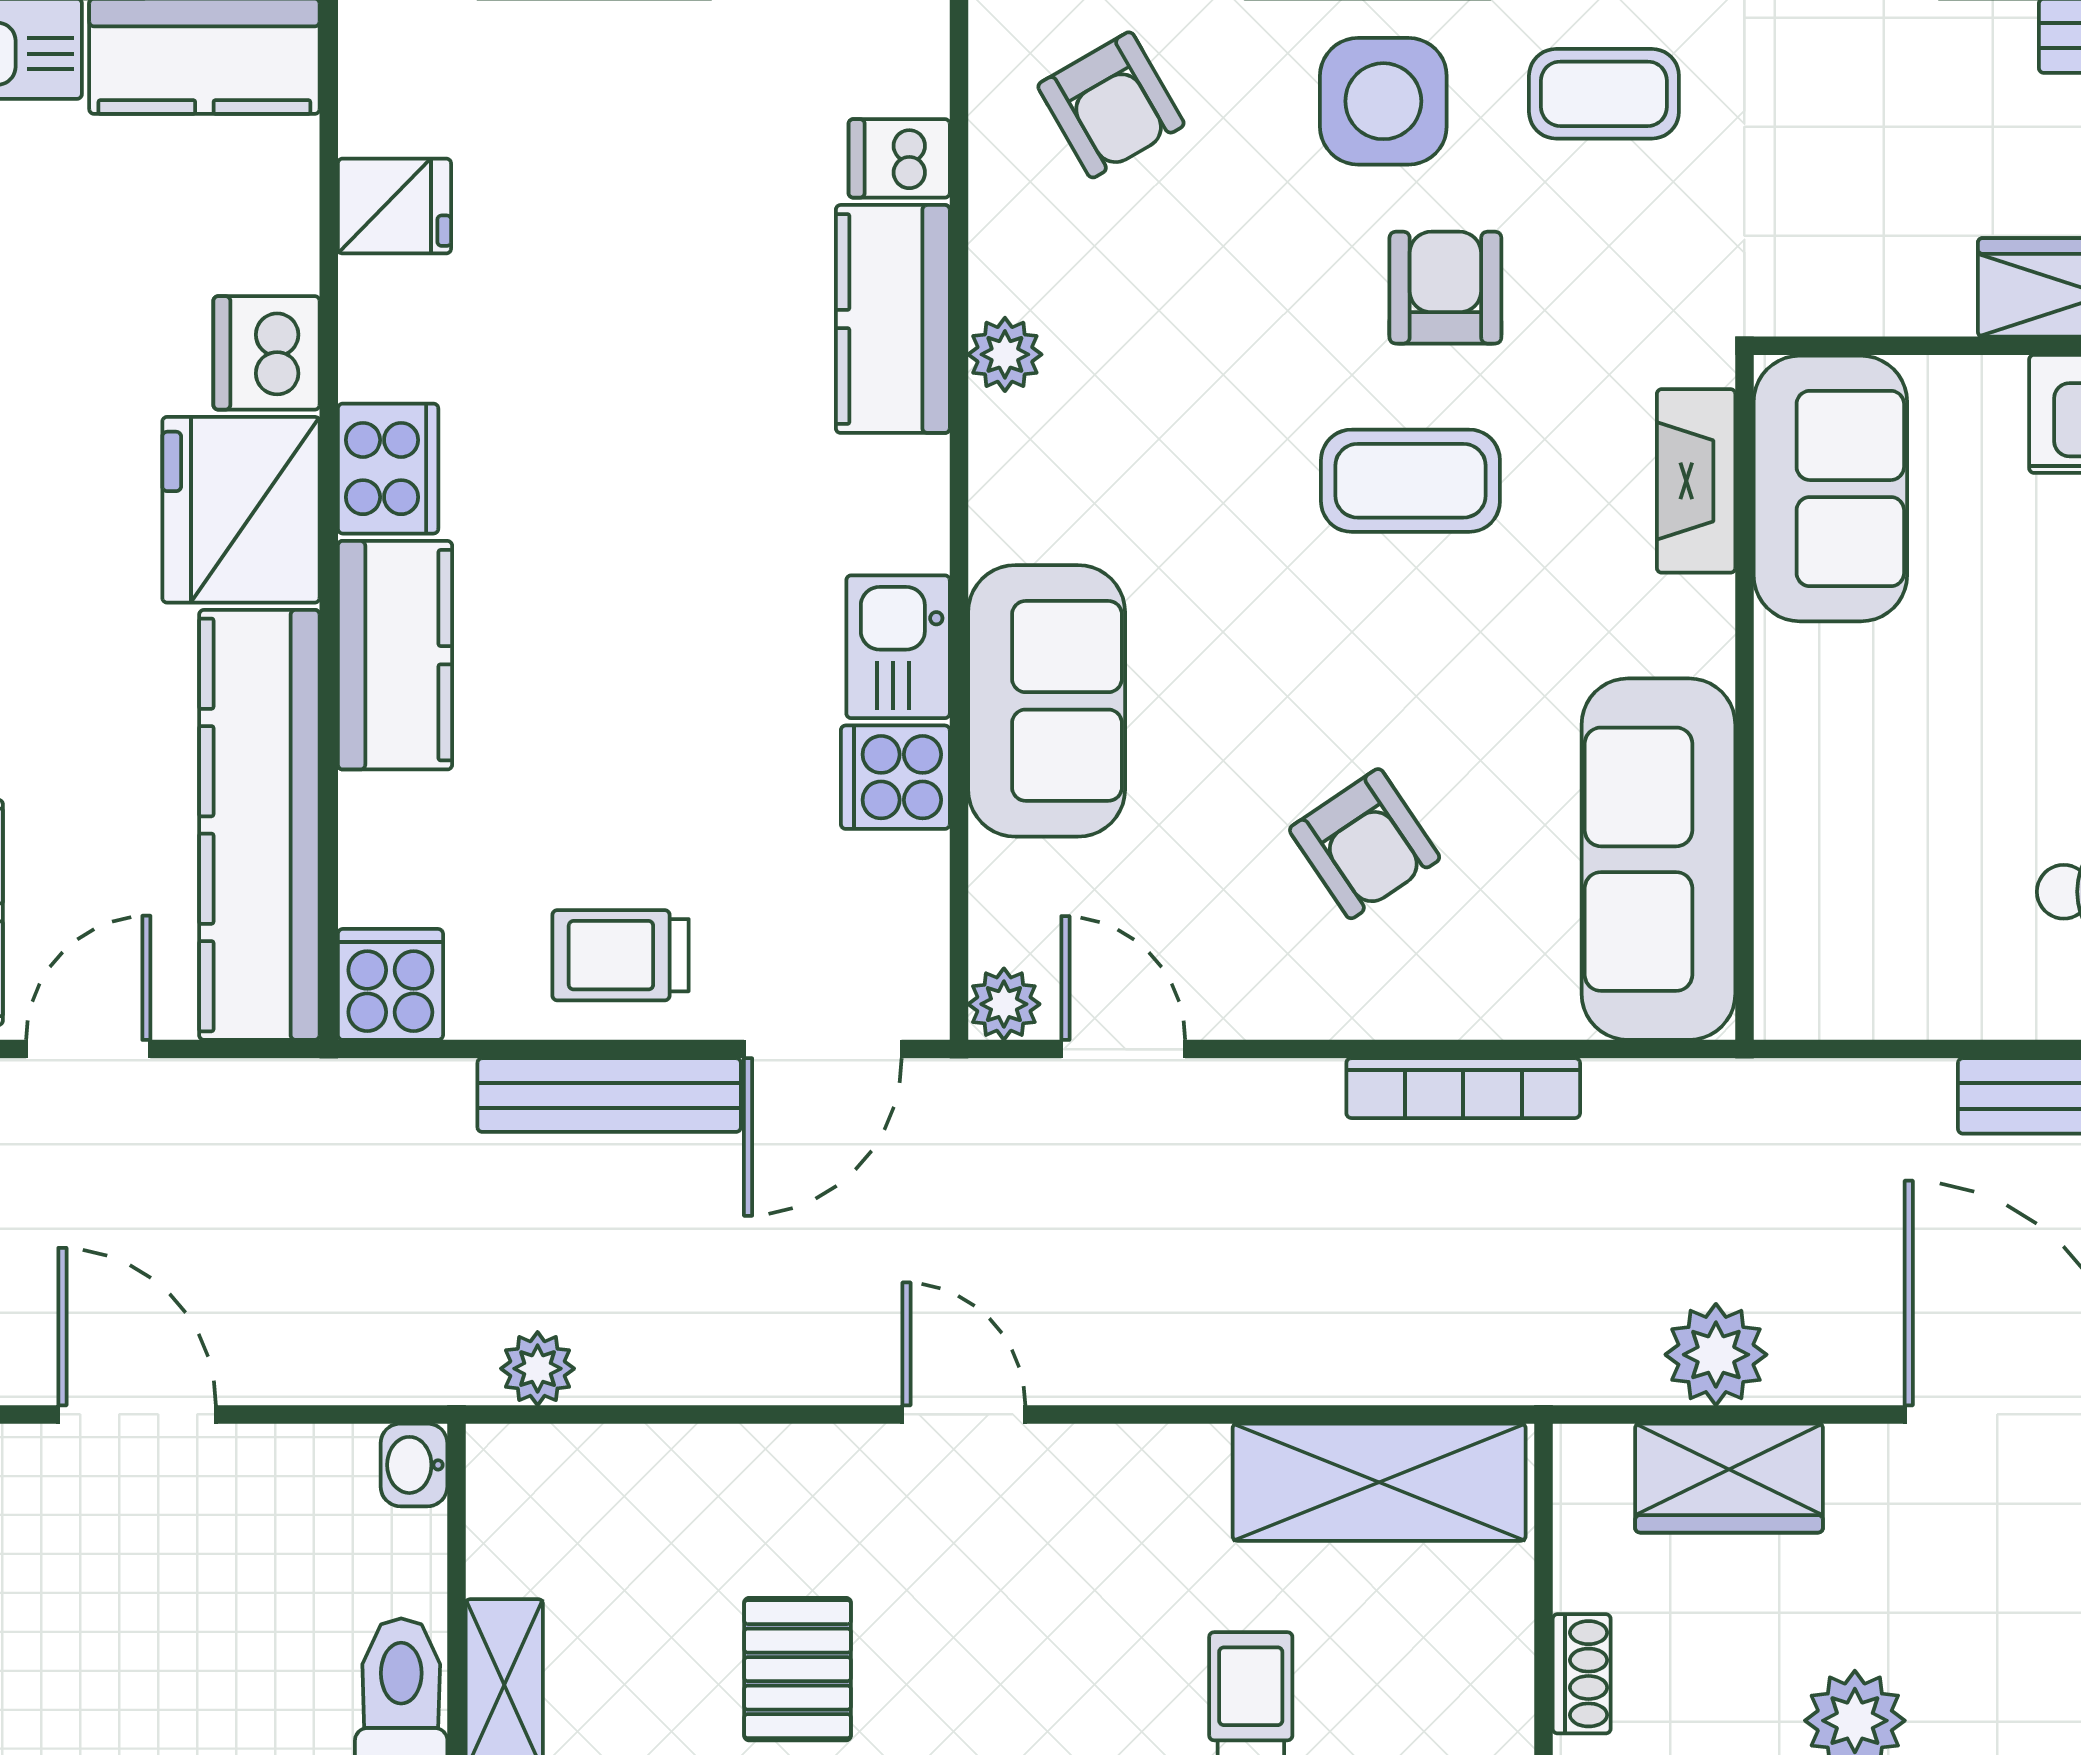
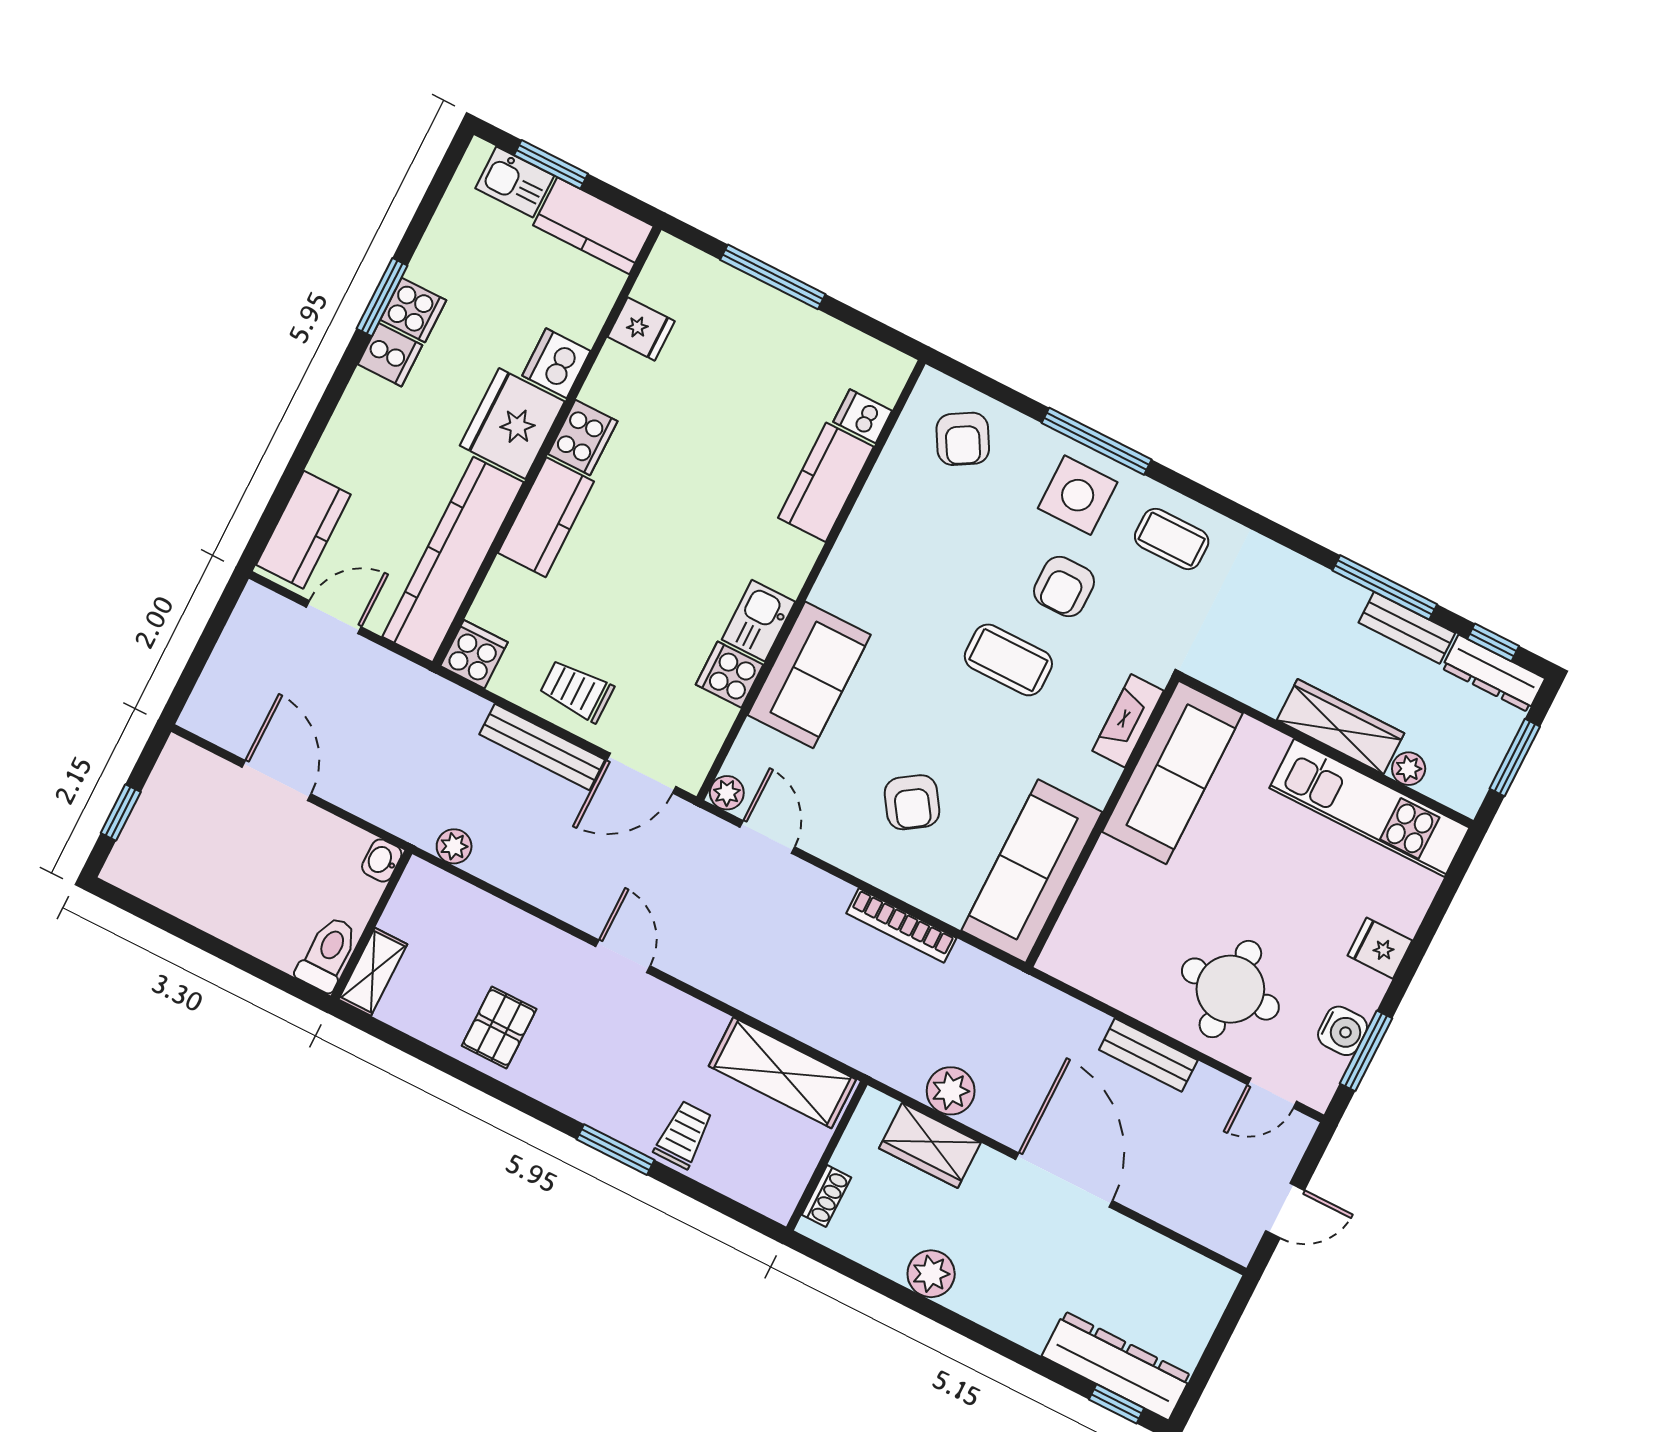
armchair: (1445, 288) -> (1064, 586), turned 180
plant: (1005, 354) -> (865, 521), removed
sofa: (1830, 489) -> (1172, 772), width x1.36

